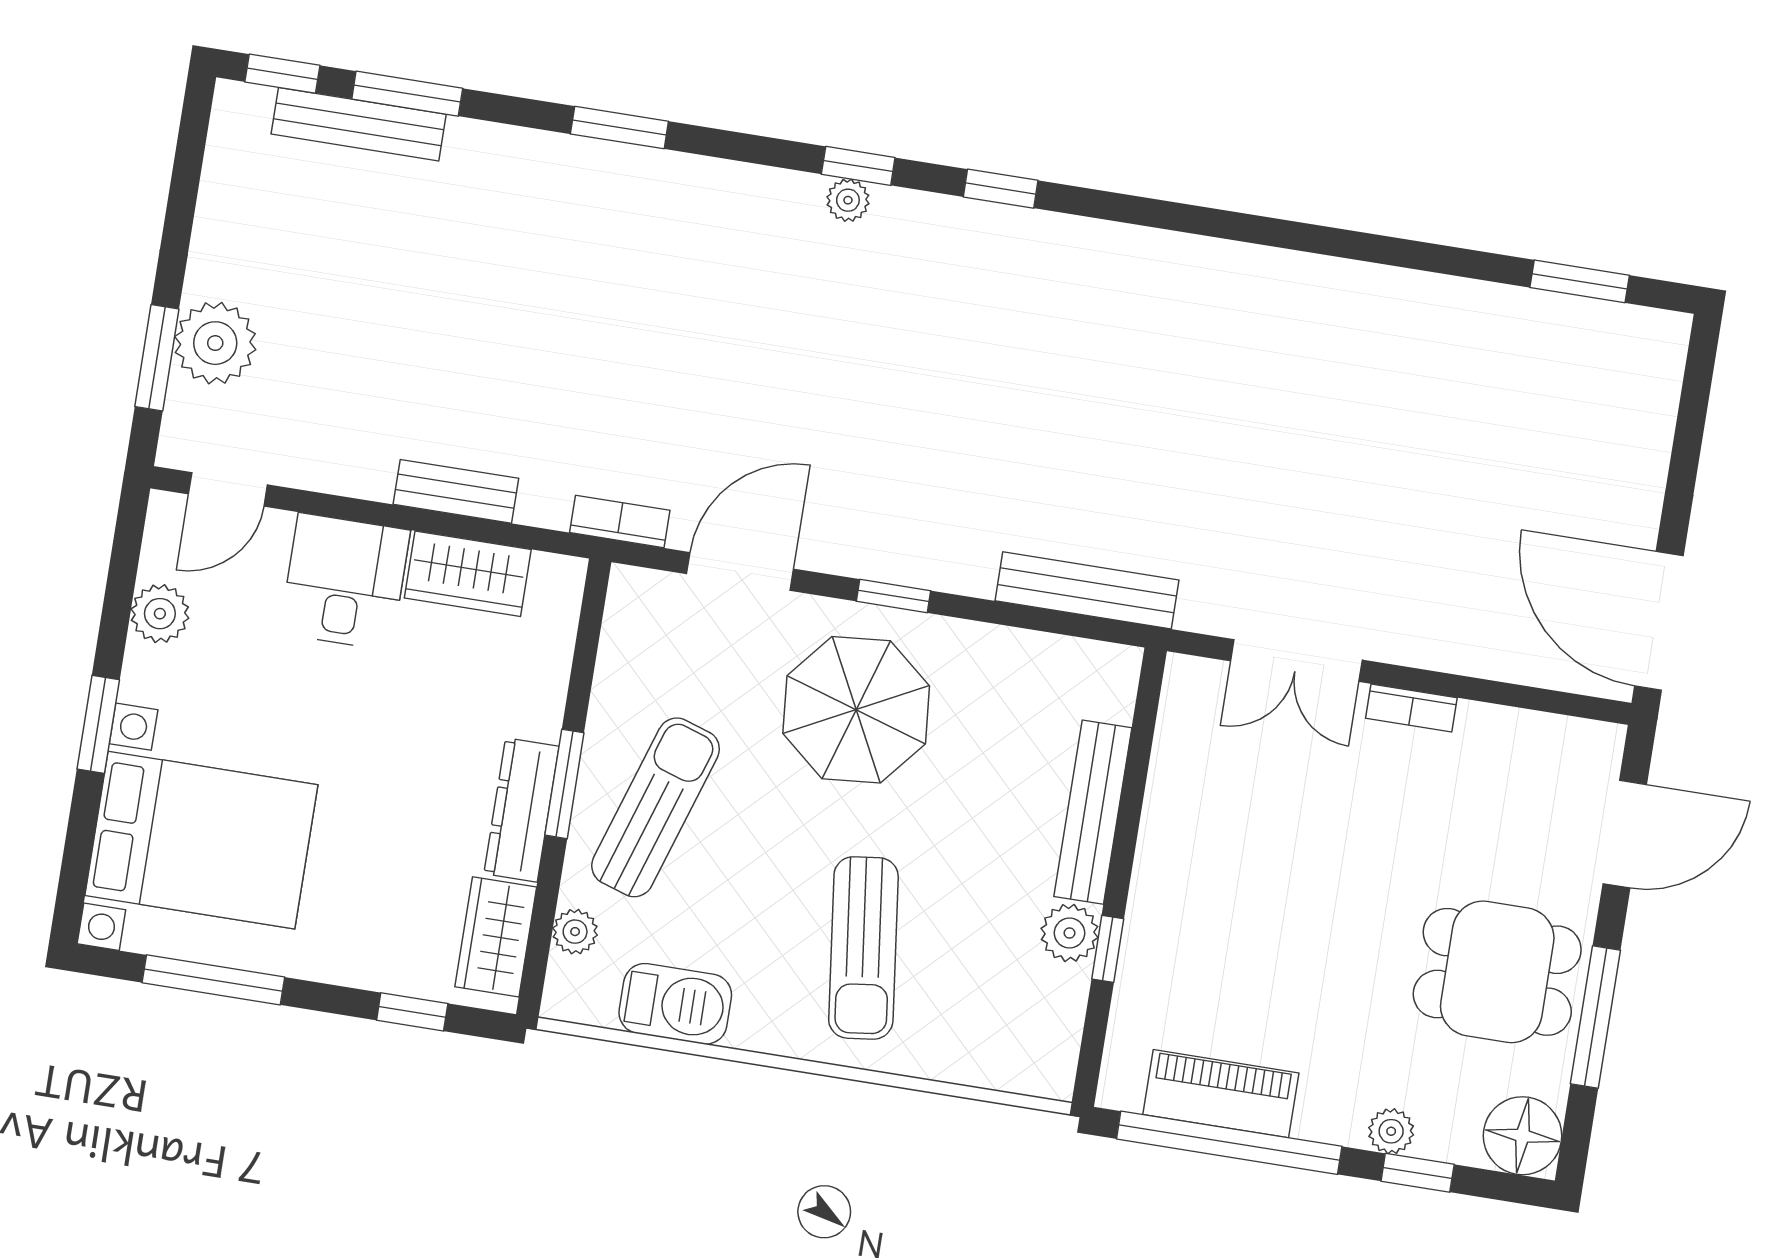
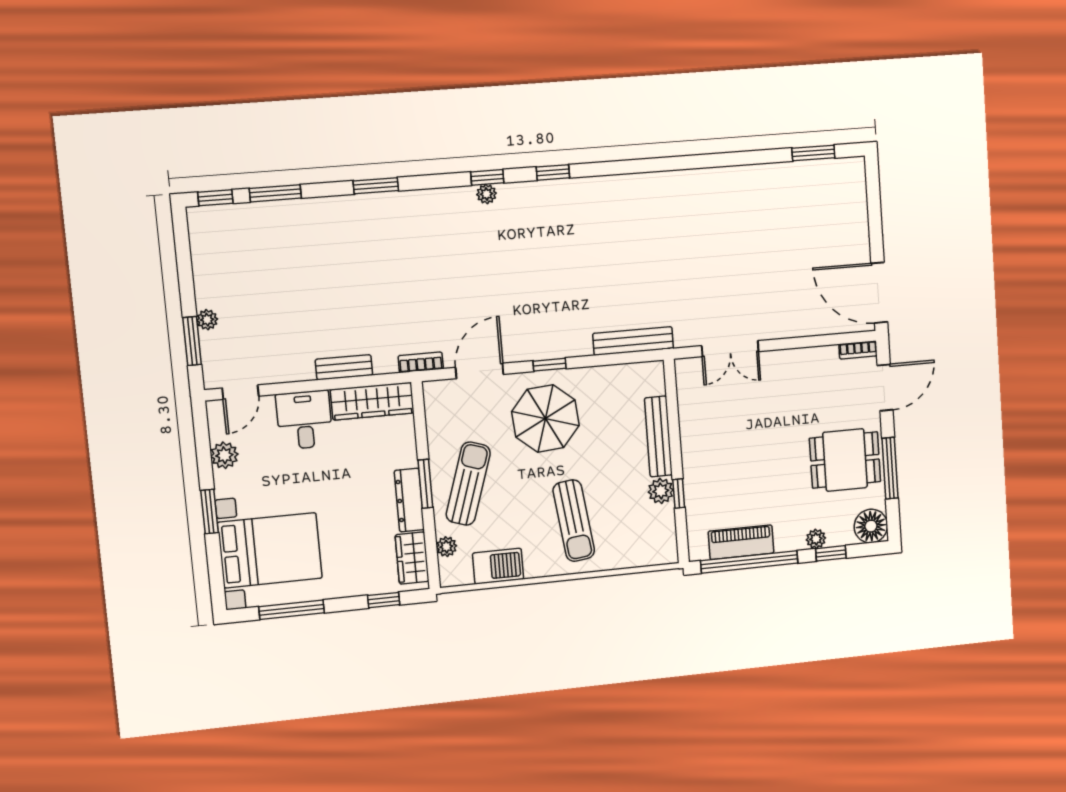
bench: (359, 124) -> (257, 212), removed
plant: (215, 343) -> (207, 320), width x0.53, depth x0.53
wardrobe: (468, 574) -> (372, 401), width x1.50
bookcase: (1411, 708) -> (858, 350), moved

